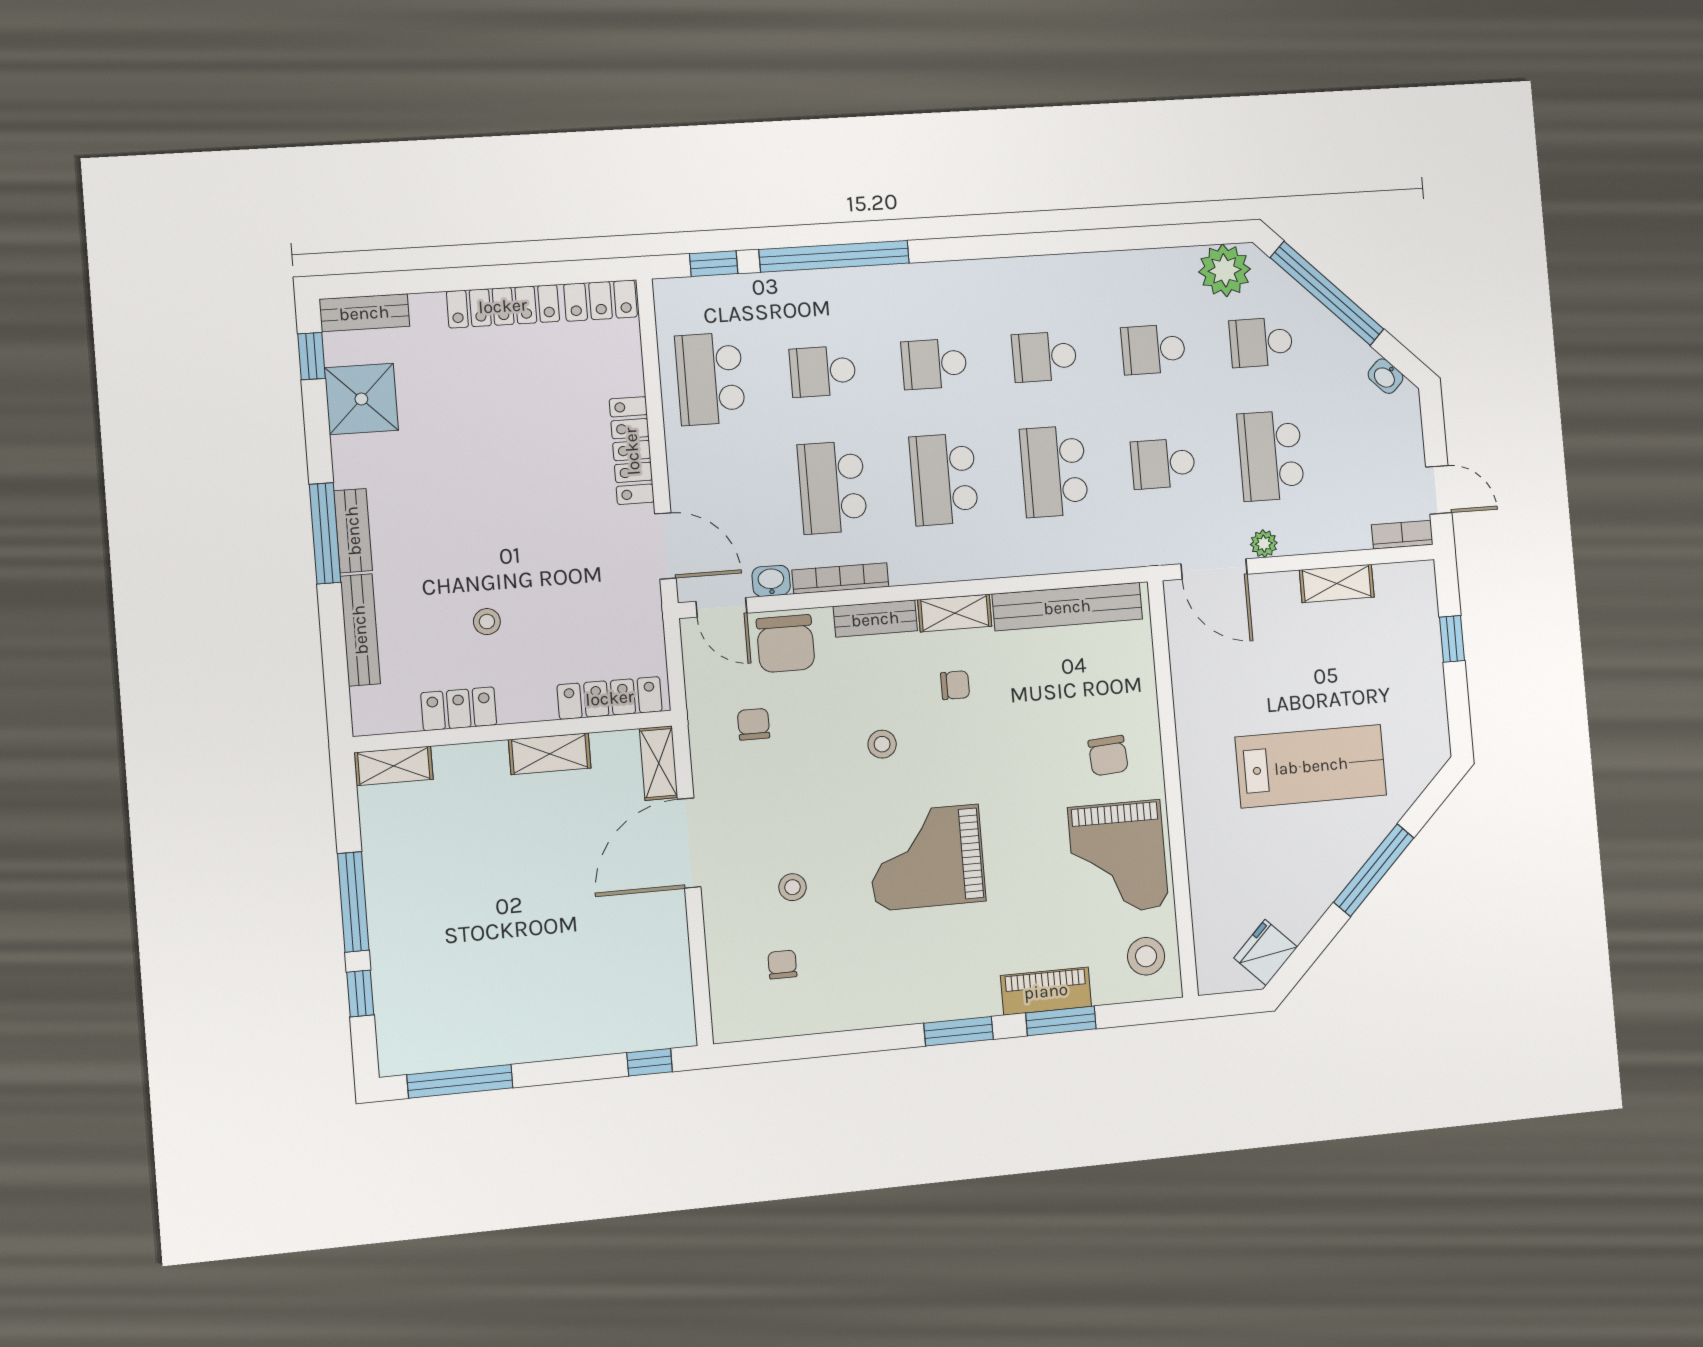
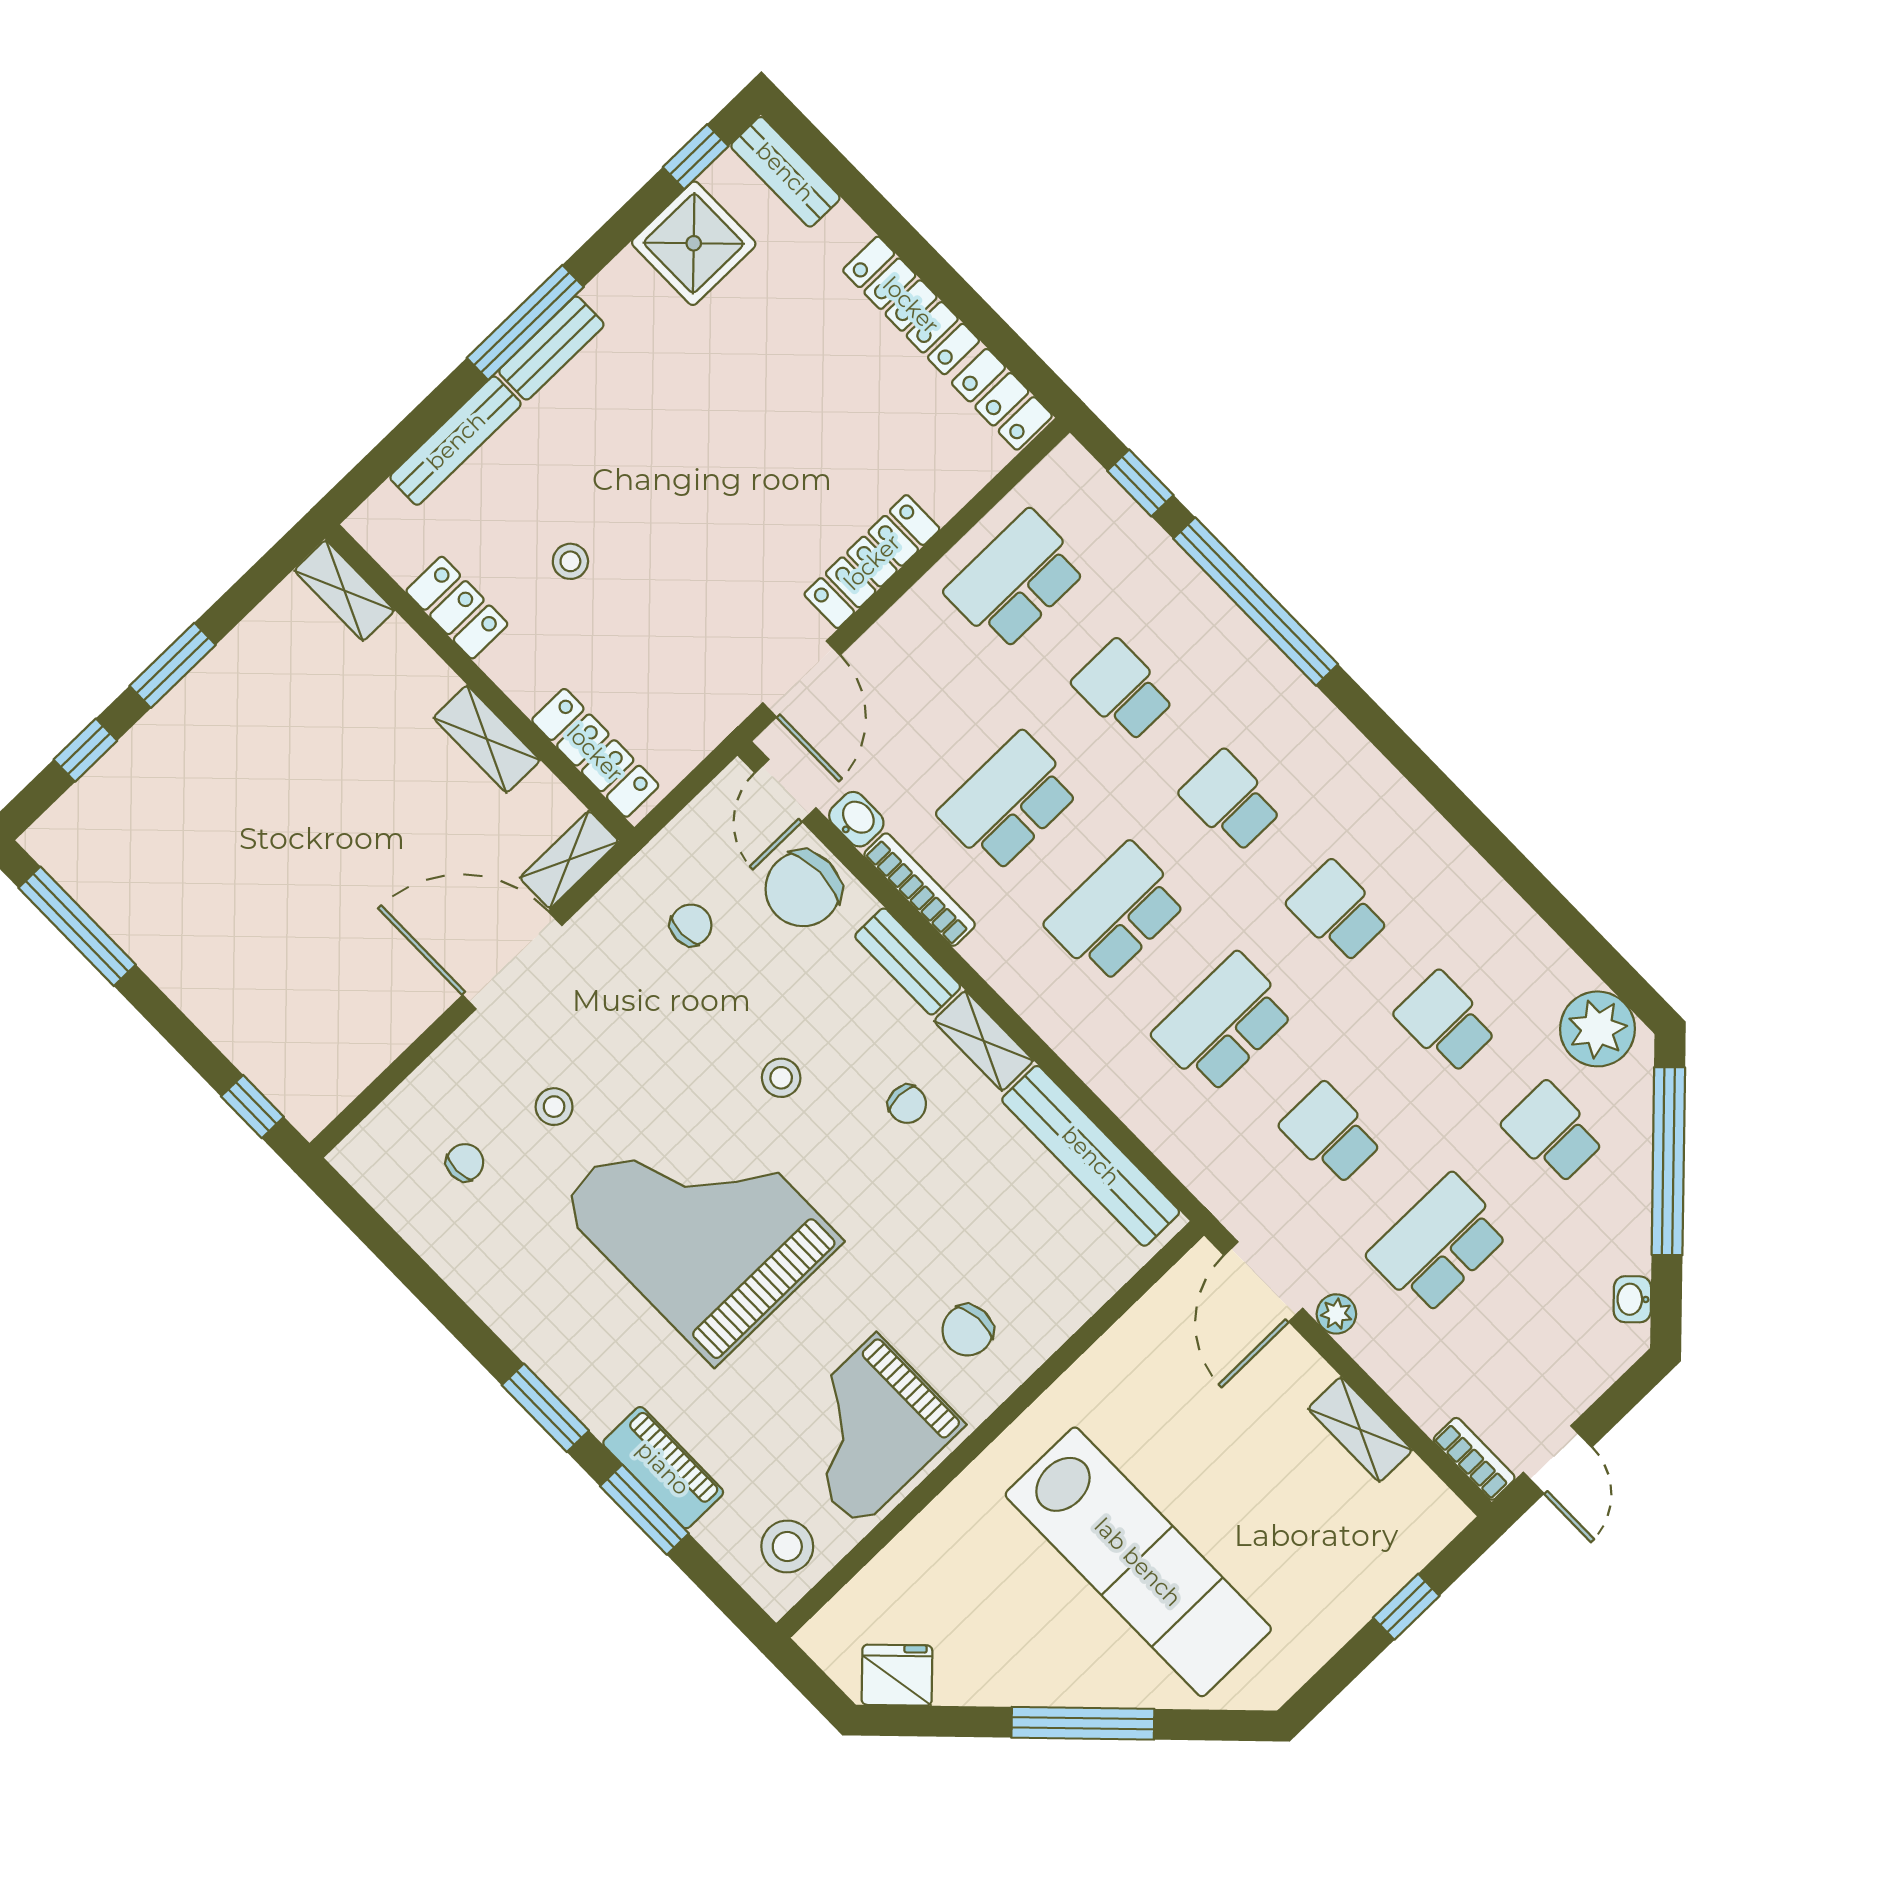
lab bench: (1311, 766) -> (1138, 1562), width x1.36
grand piano: (926, 858) -> (700, 1223), width x1.37, depth x1.48
window: (353, 902) -> (173, 665), width x0.69

